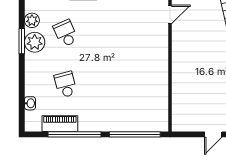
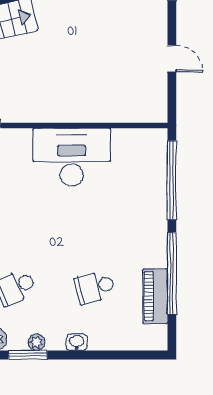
plant: (35, 42) -> (37, 342), width x0.53, depth x0.53
desk: (150, 70) -> (72, 157), added
washbasin: (30, 103) -> (77, 342), moved

